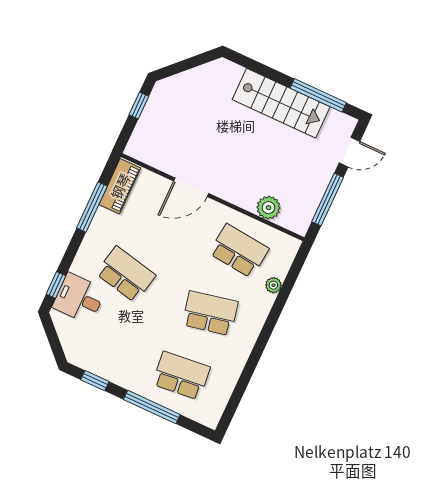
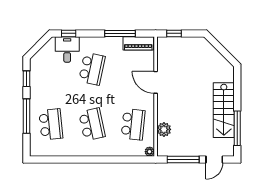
window: (139, 105) -> (174, 33), moved
door: (349, 152) -> (214, 160), hinge flipped
plant: (273, 285) -> (150, 152), moved

